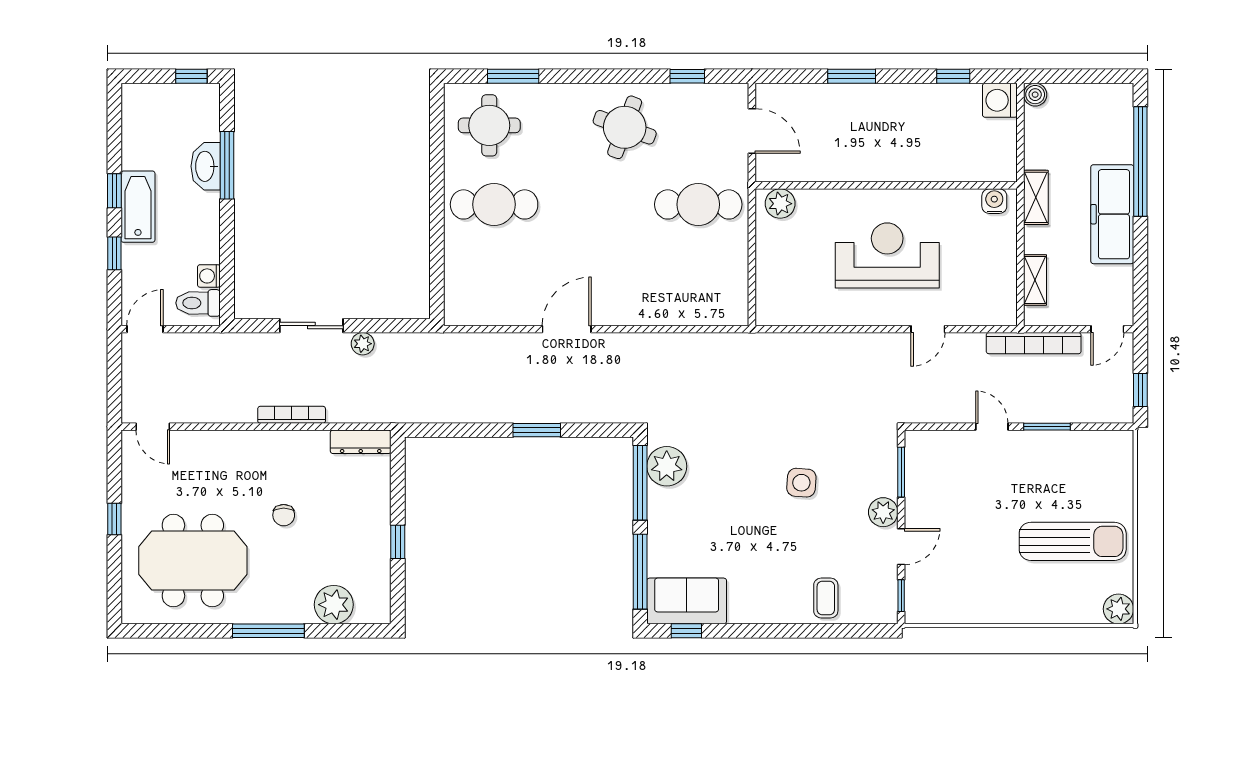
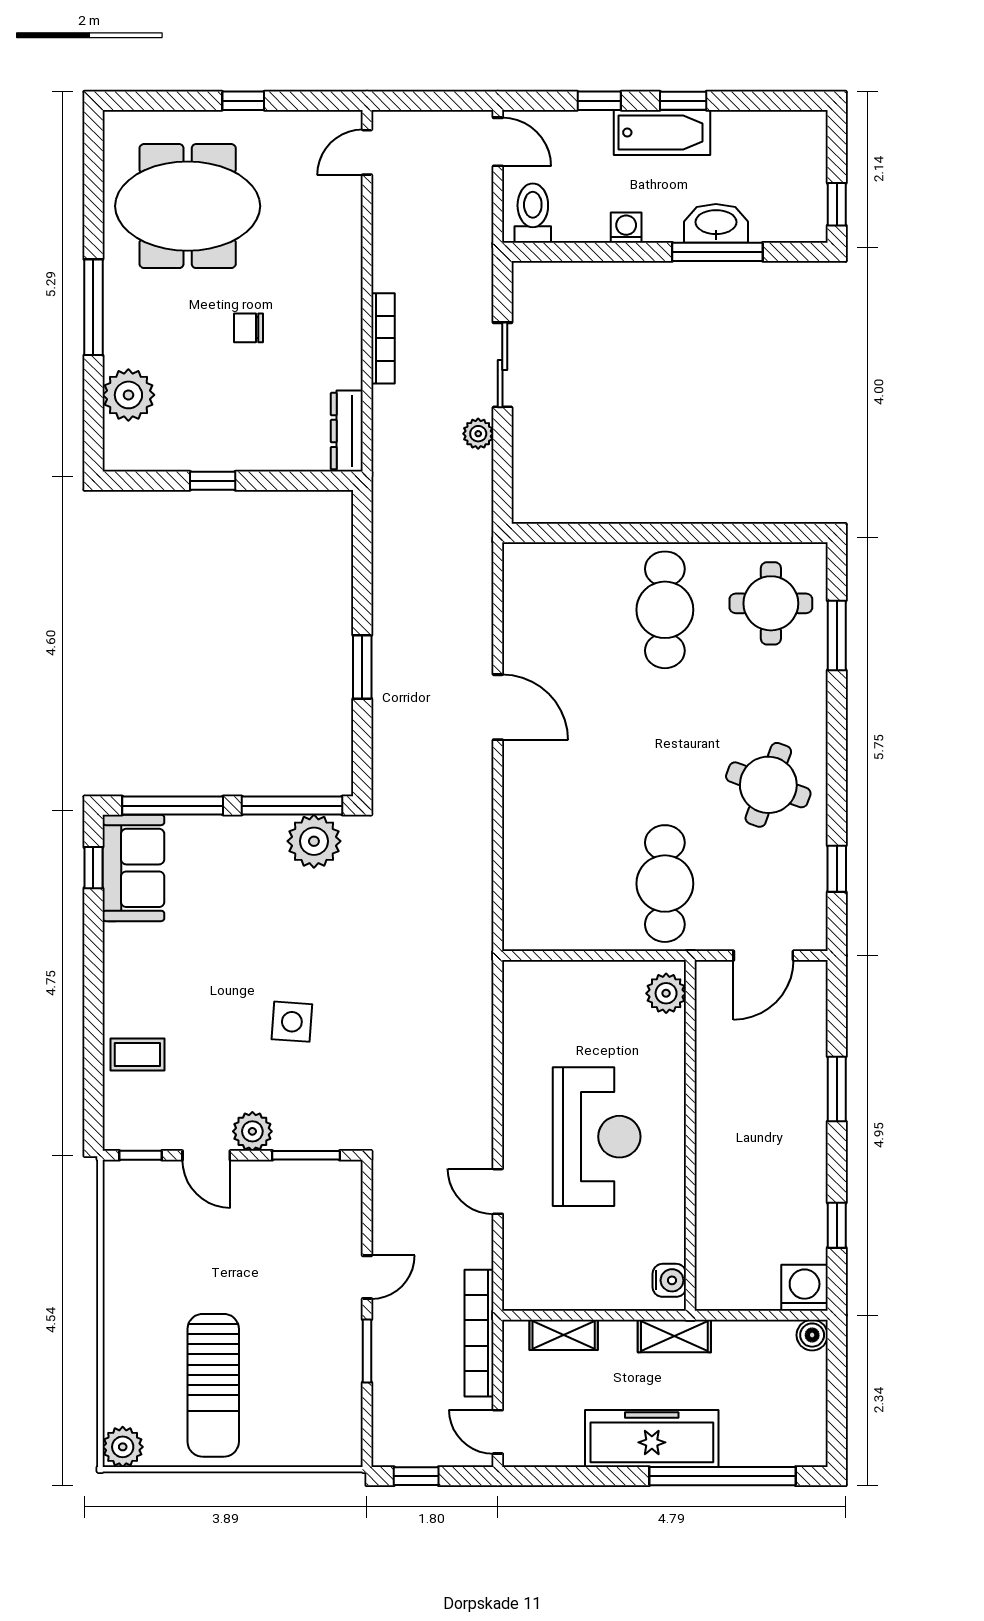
washing machine: (209, 276) -> (626, 228), moved
meeting table: (193, 561) -> (188, 206), turned 90

